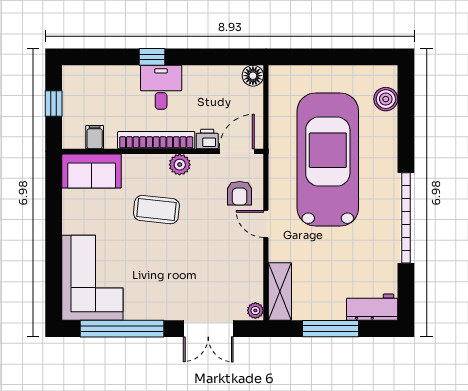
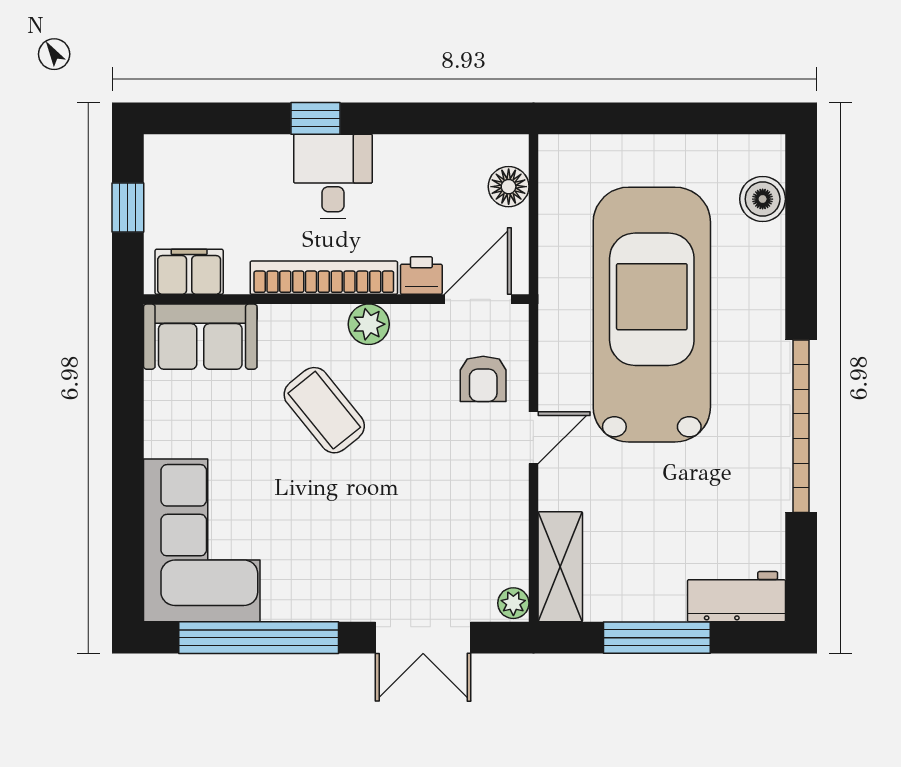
floor lamp: (253, 76) -> (509, 187), moved
filing cabinet: (95, 137) -> (189, 272), width x2.00
coffee table: (156, 210) -> (324, 410), turned 45
door: (266, 224) -> (533, 438), swing flipped

